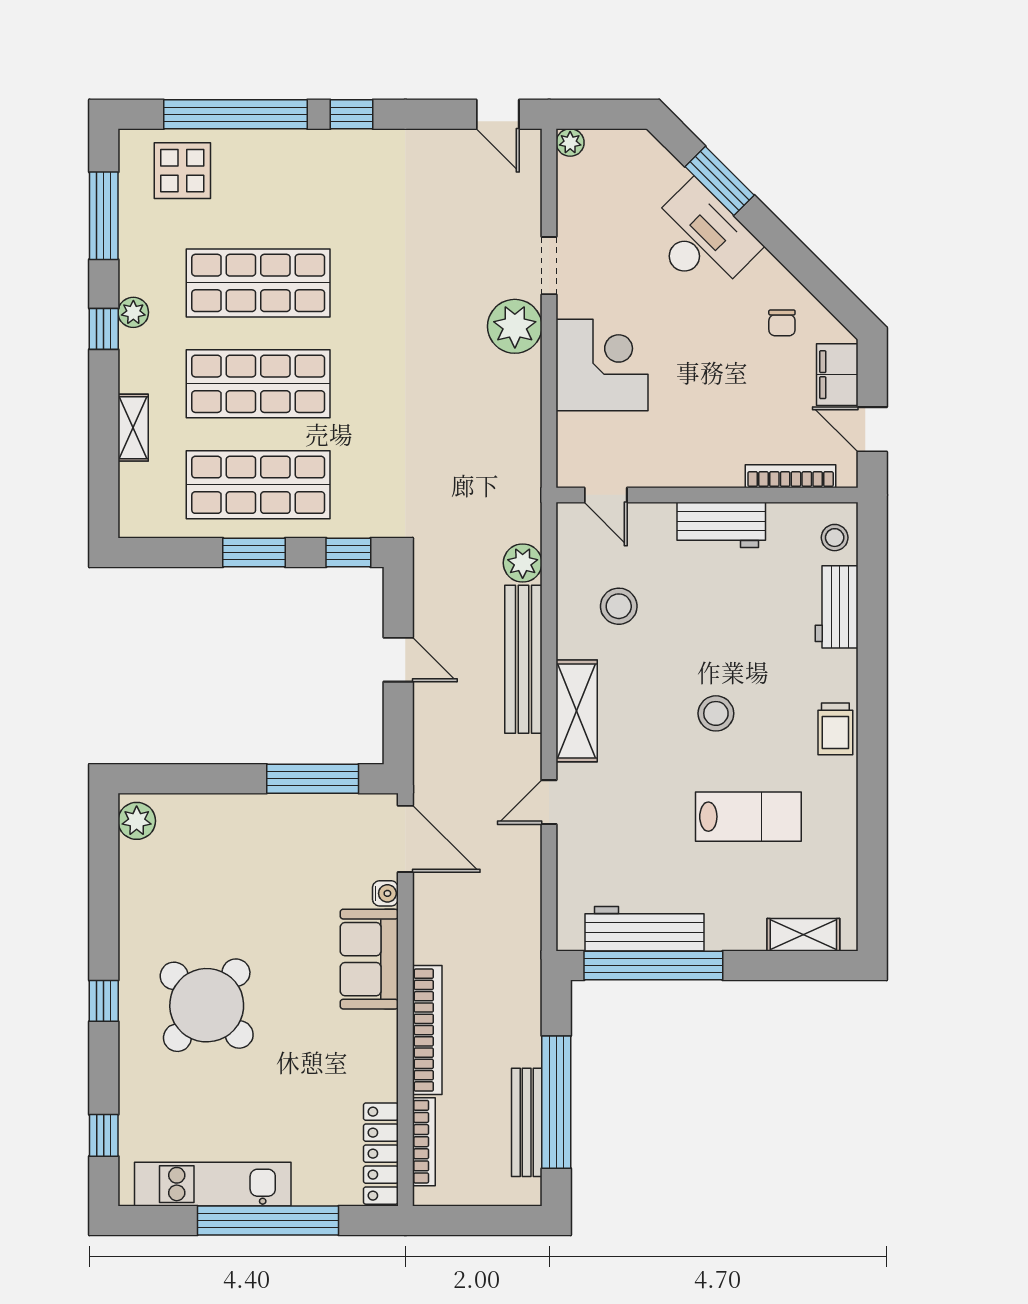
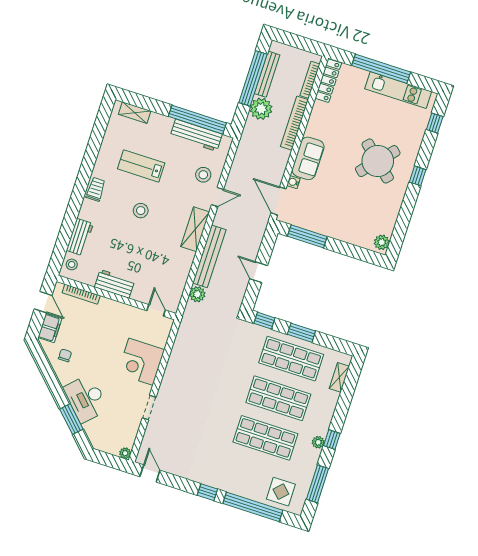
plant: (515, 326) -> (261, 109), moved
shelving: (133, 428) -> (339, 377), moved
stool: (619, 606) -> (203, 175), moved

